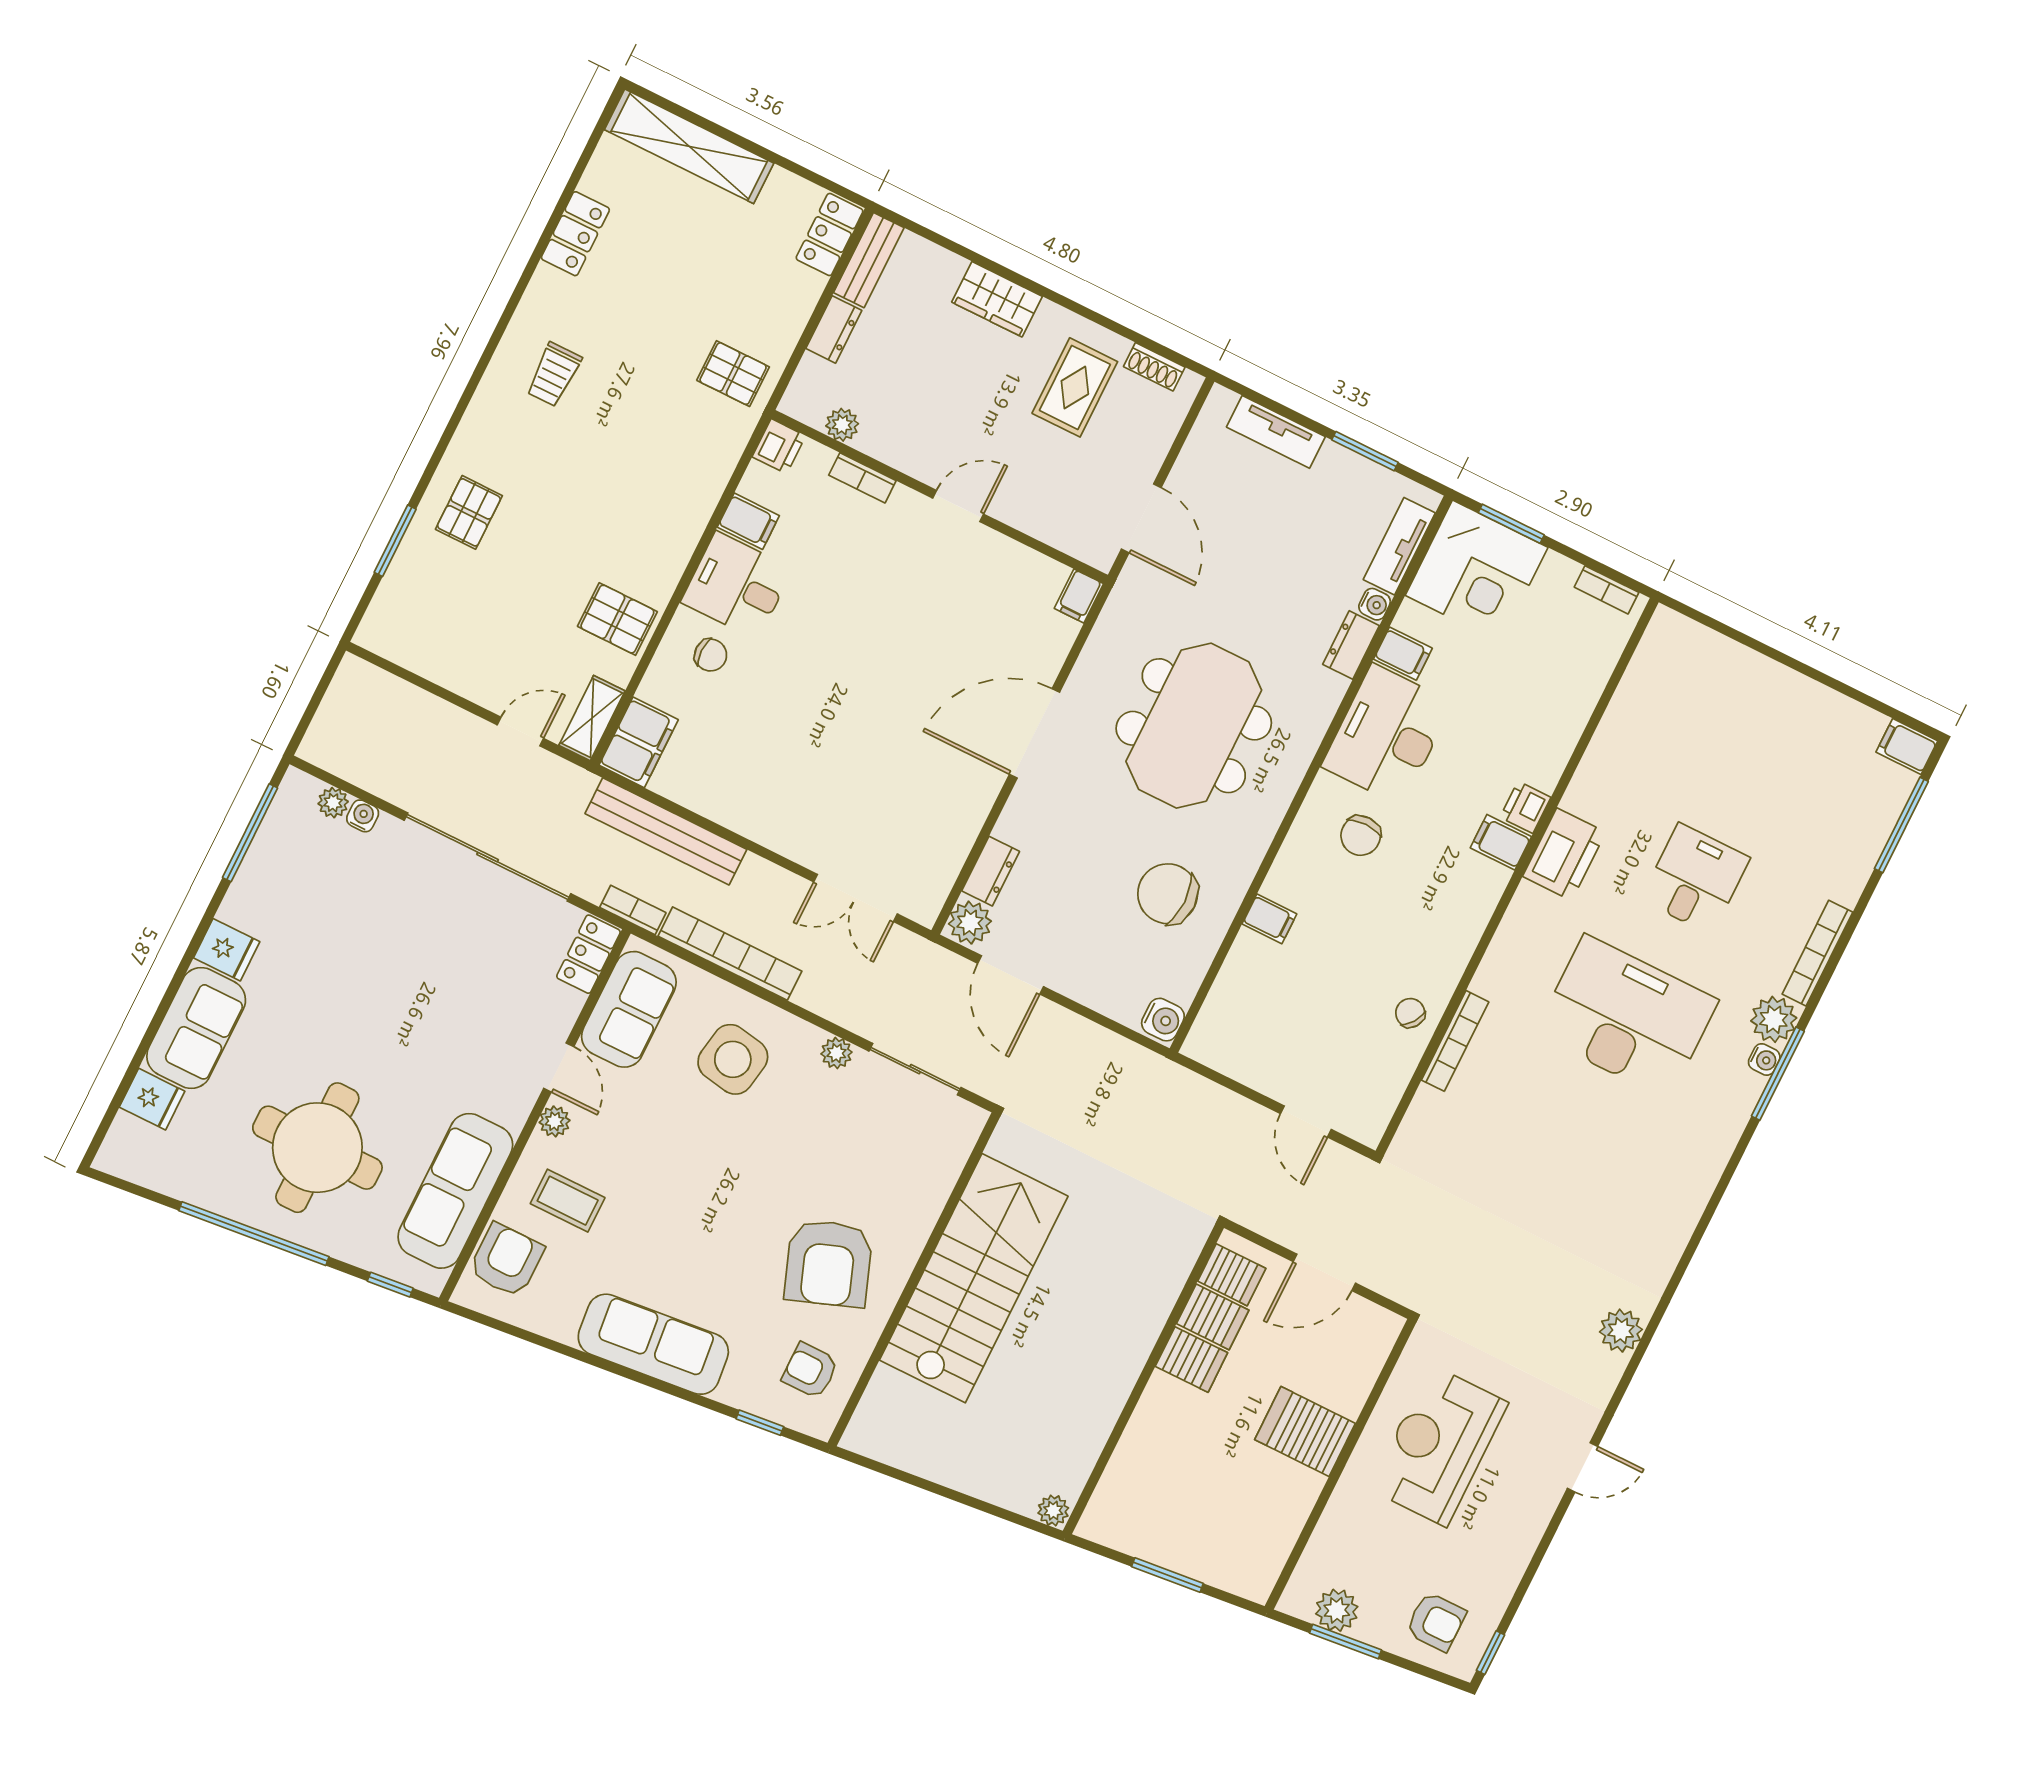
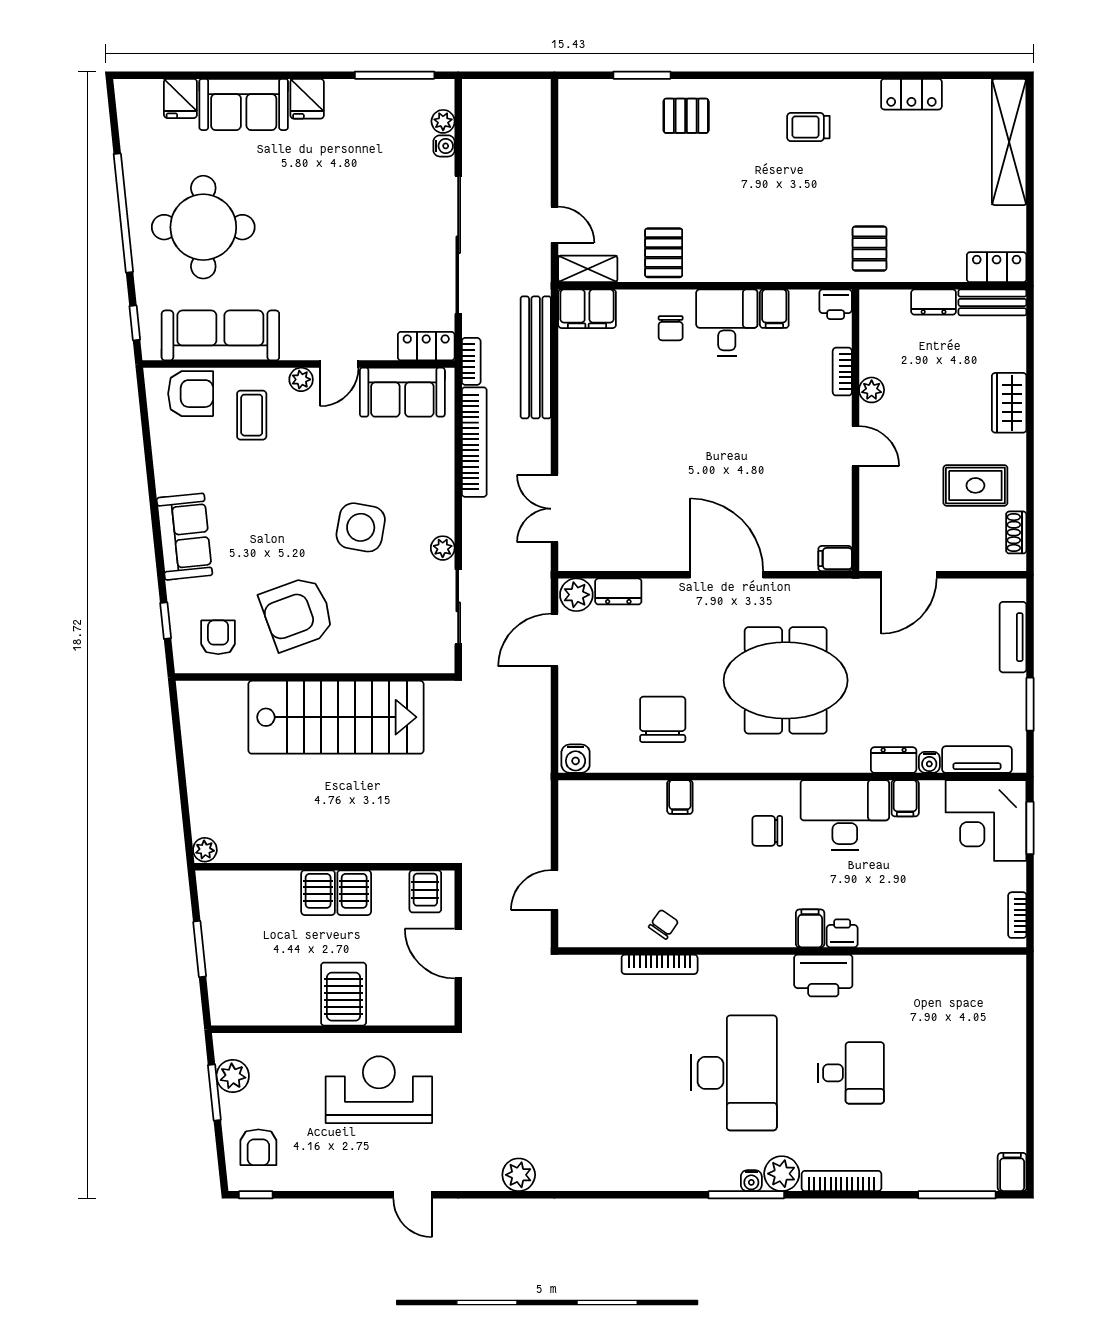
plant: (842, 425) -> (872, 390), moved
side table: (733, 1059) -> (361, 527), moved
server rack: (1213, 1317) -> (318, 893), moved
sofa: (653, 1344) -> (185, 537), width x0.73

